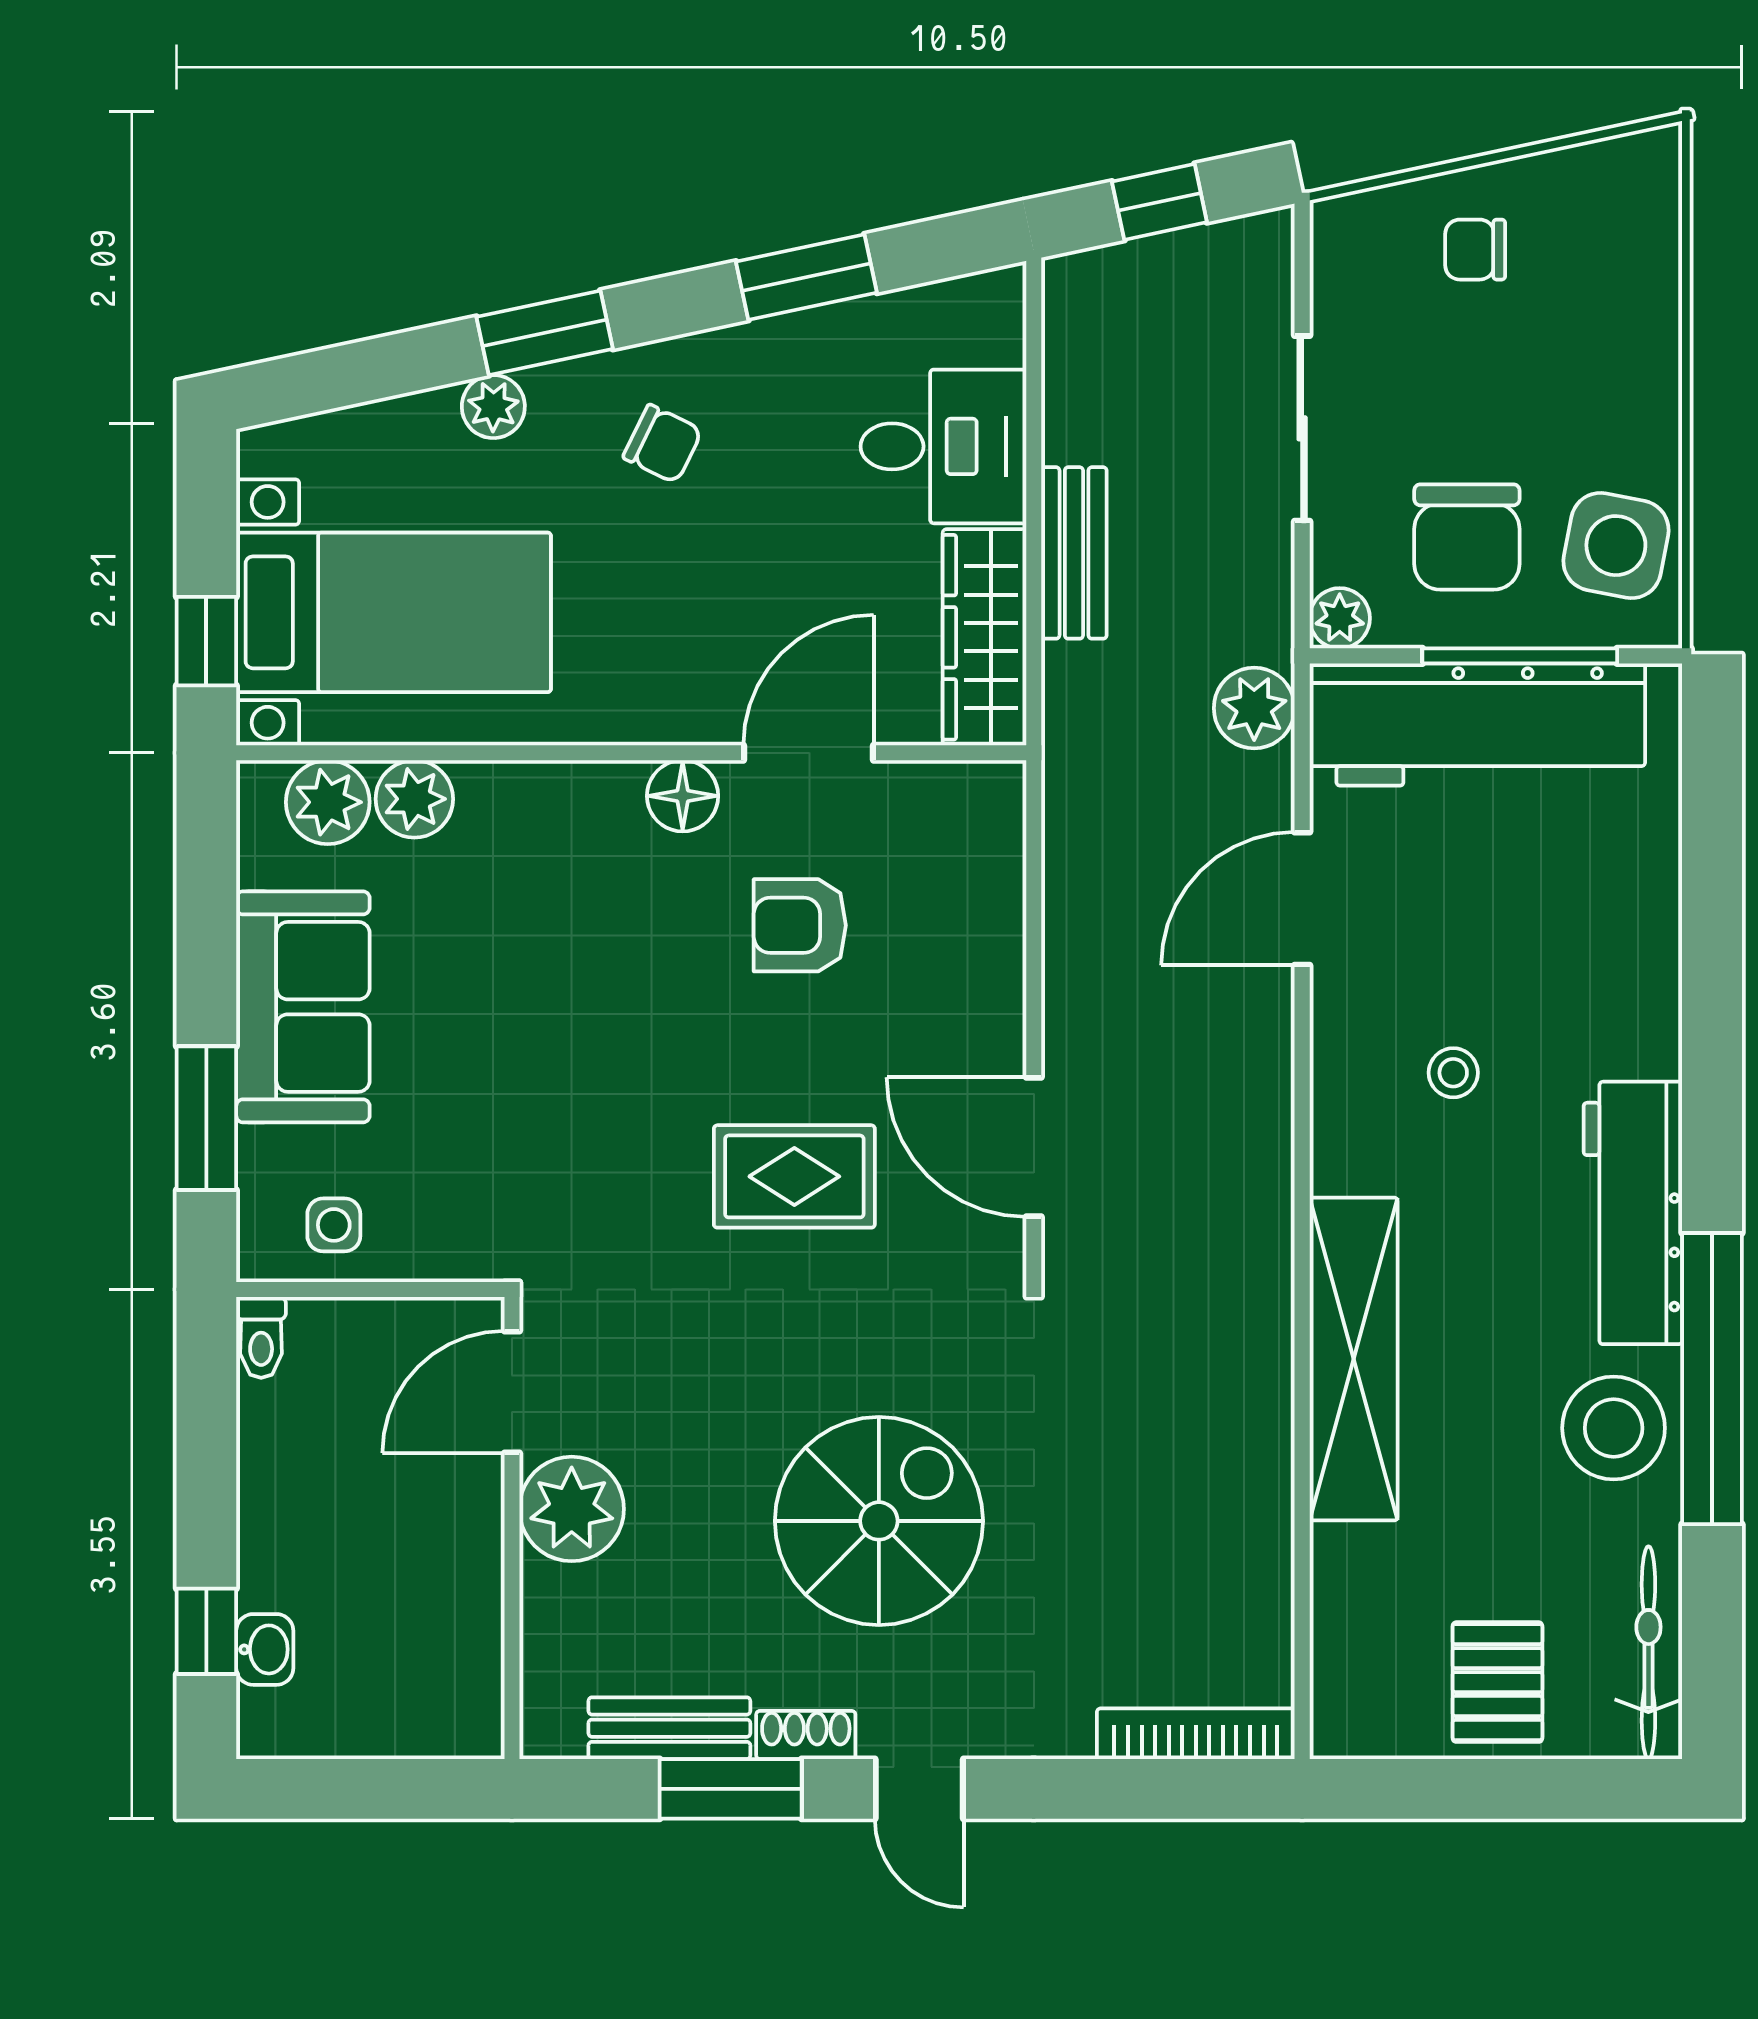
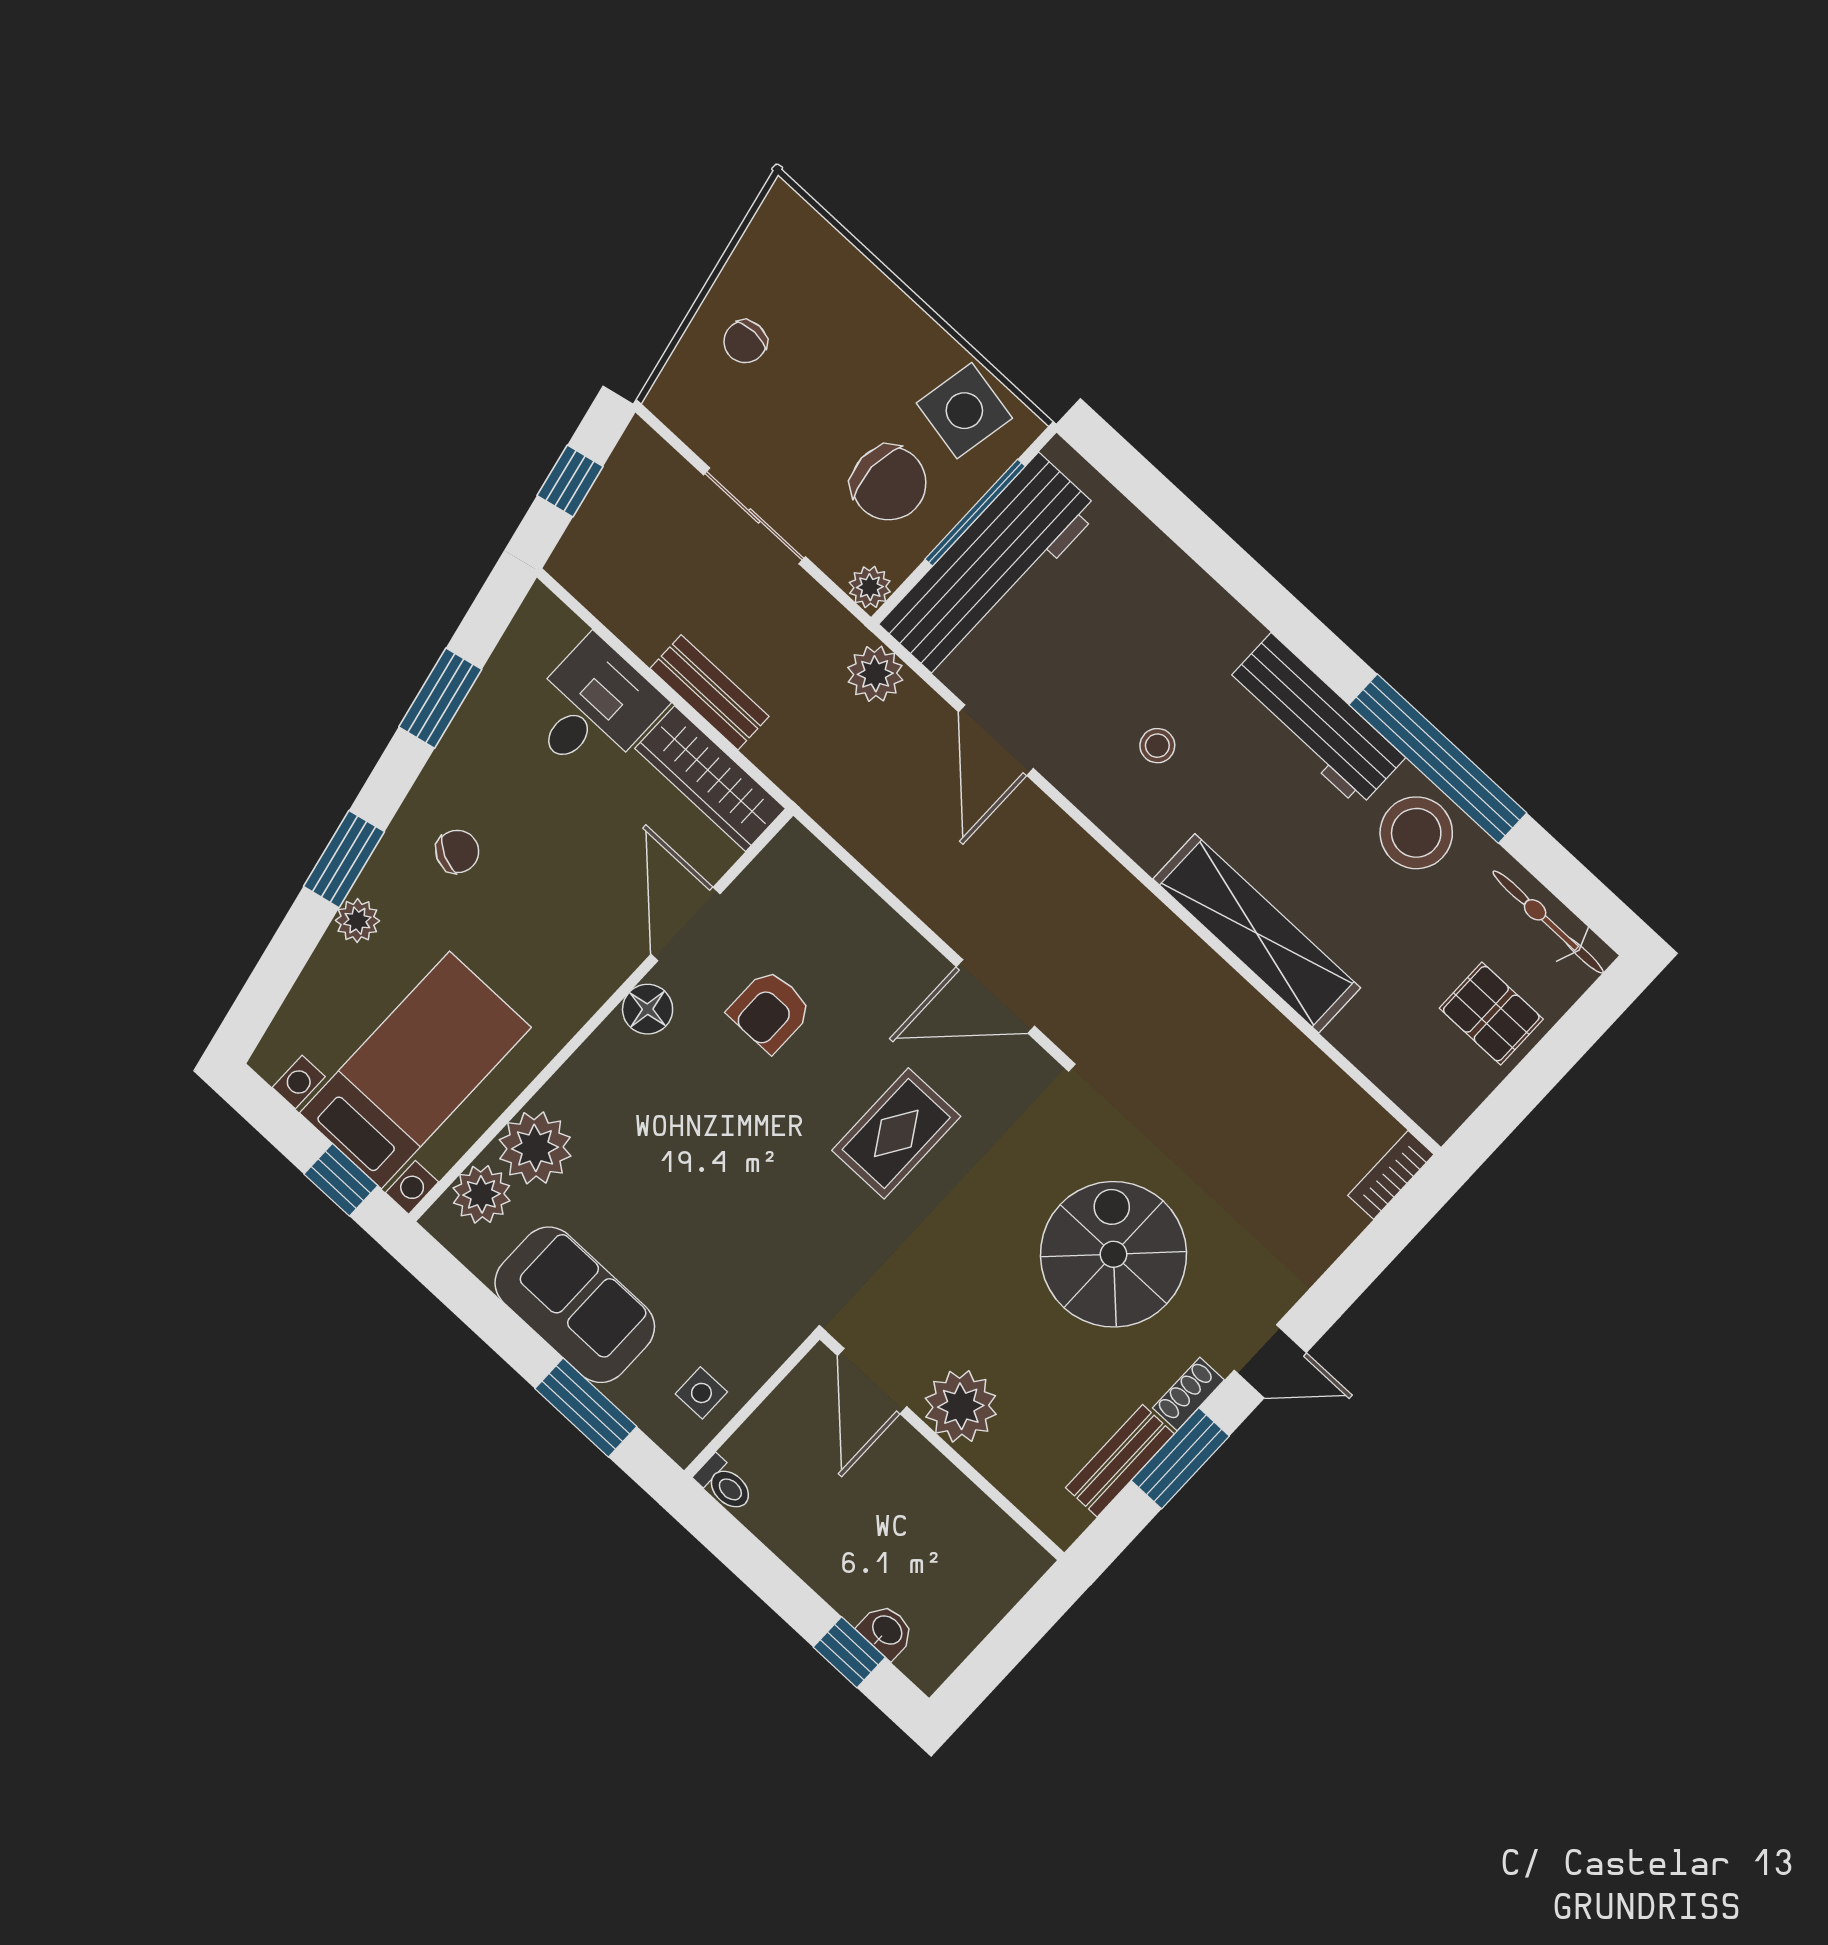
plant: (414, 799) -> (535, 1148), width x1.36, depth x1.36
bookcase: (1196, 1734) -> (1391, 1175), width x0.64

